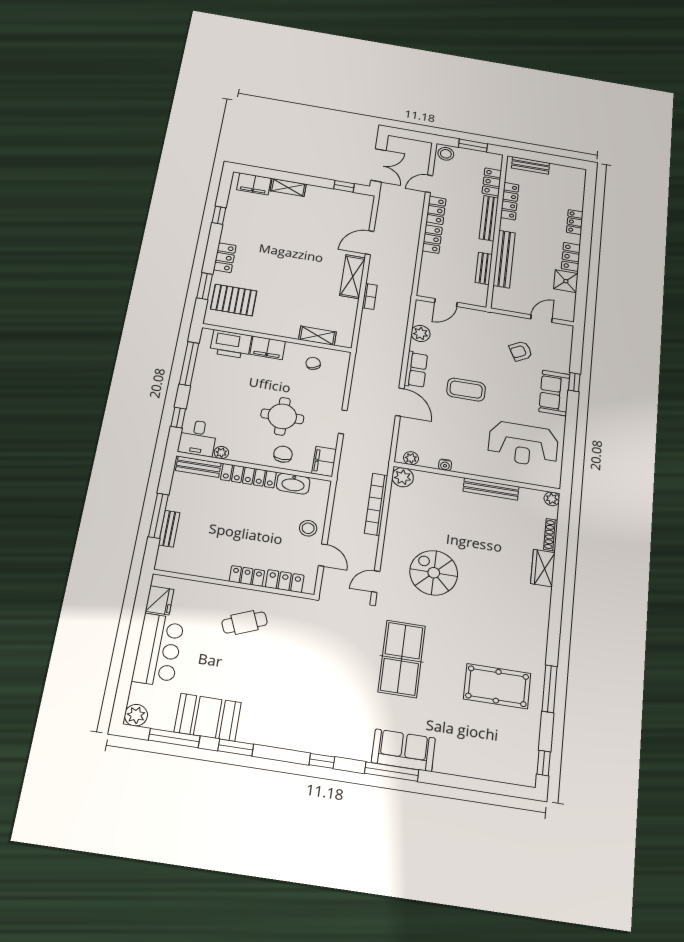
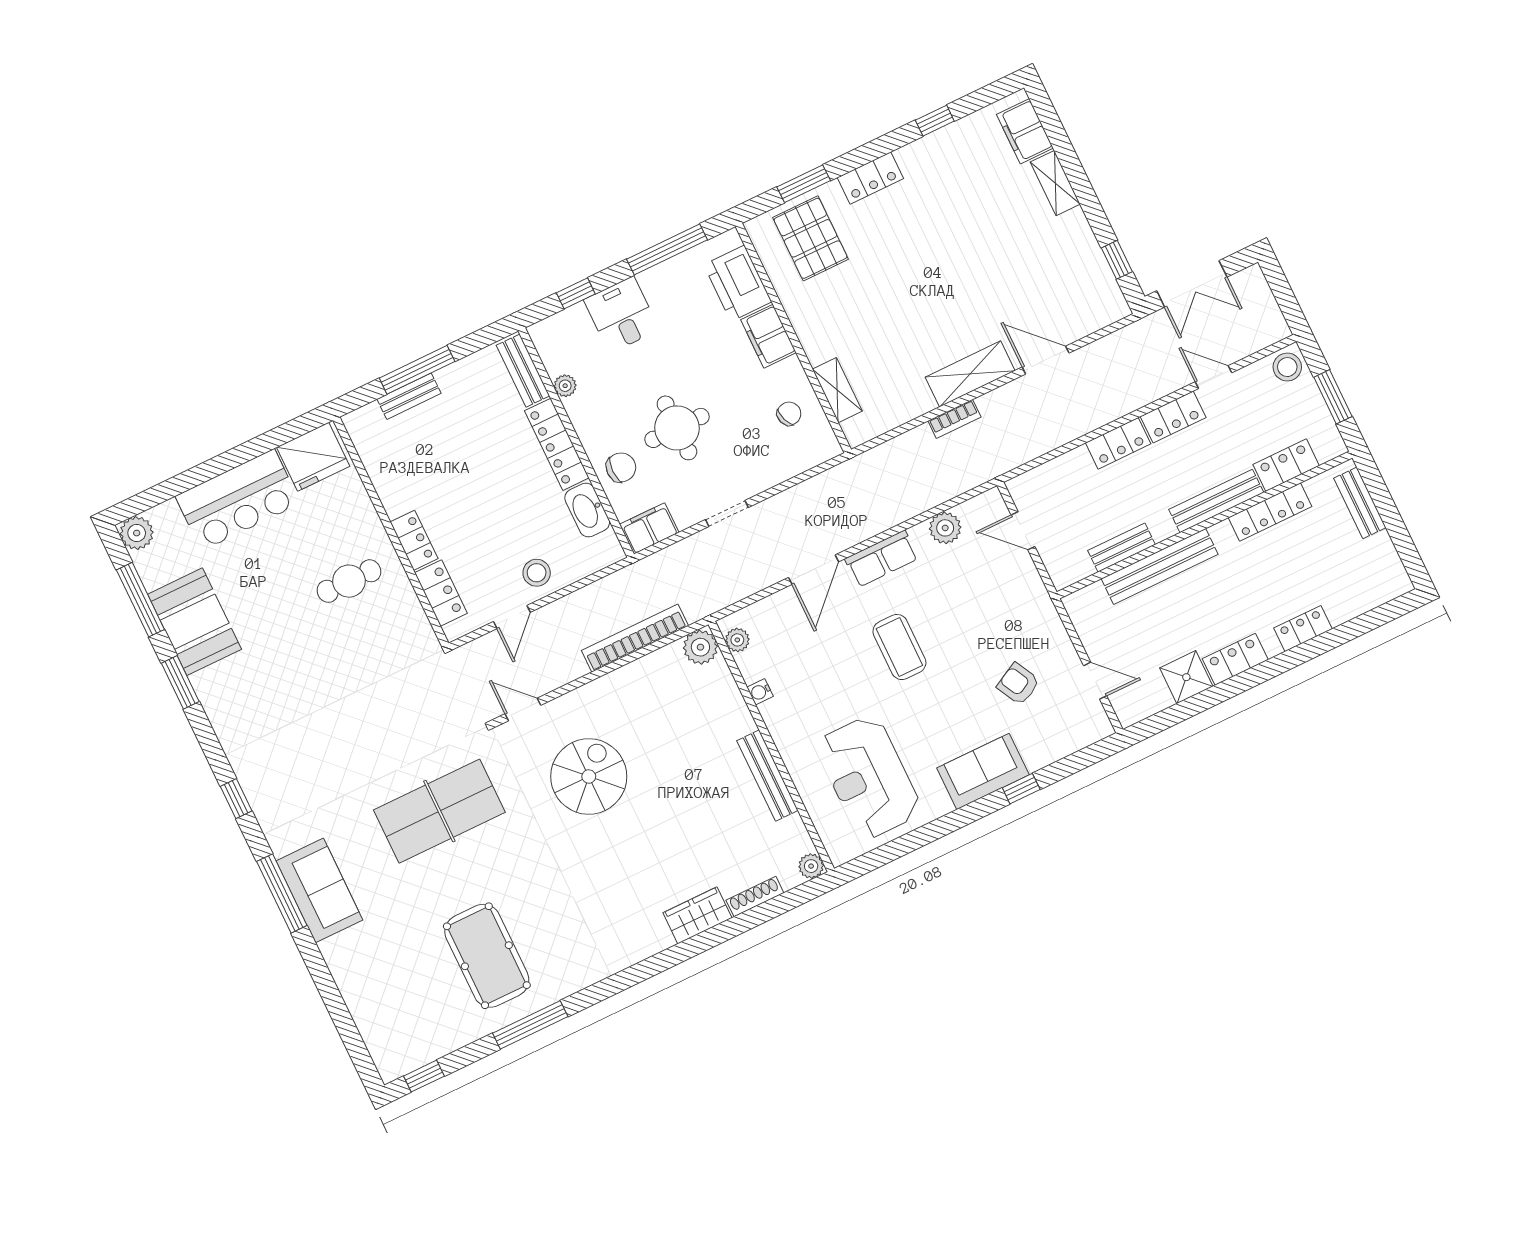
desk: (198, 438) -> (621, 315), moved, turned 90
fridge: (160, 600) -> (313, 457), width x1.36, depth x1.34
cafe table: (245, 623) -> (349, 581), turned -68

